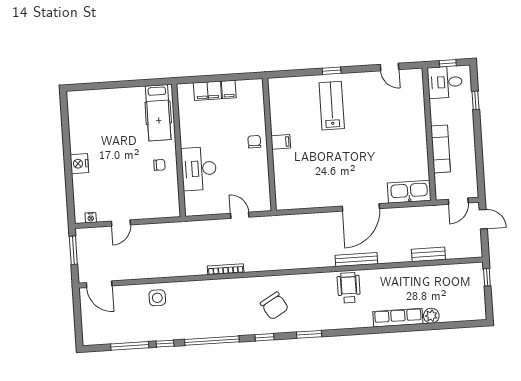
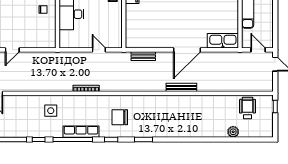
door: (458, 201) -> (258, 50), swing flipped
bench: (428, 254) -> (143, 56), moved
wheelchair: (349, 288) -> (247, 108), moved
side table: (157, 298) -> (51, 111), moved
chair: (274, 306) -> (120, 117), turned 120
row of seats: (398, 318) -> (81, 132), moved

